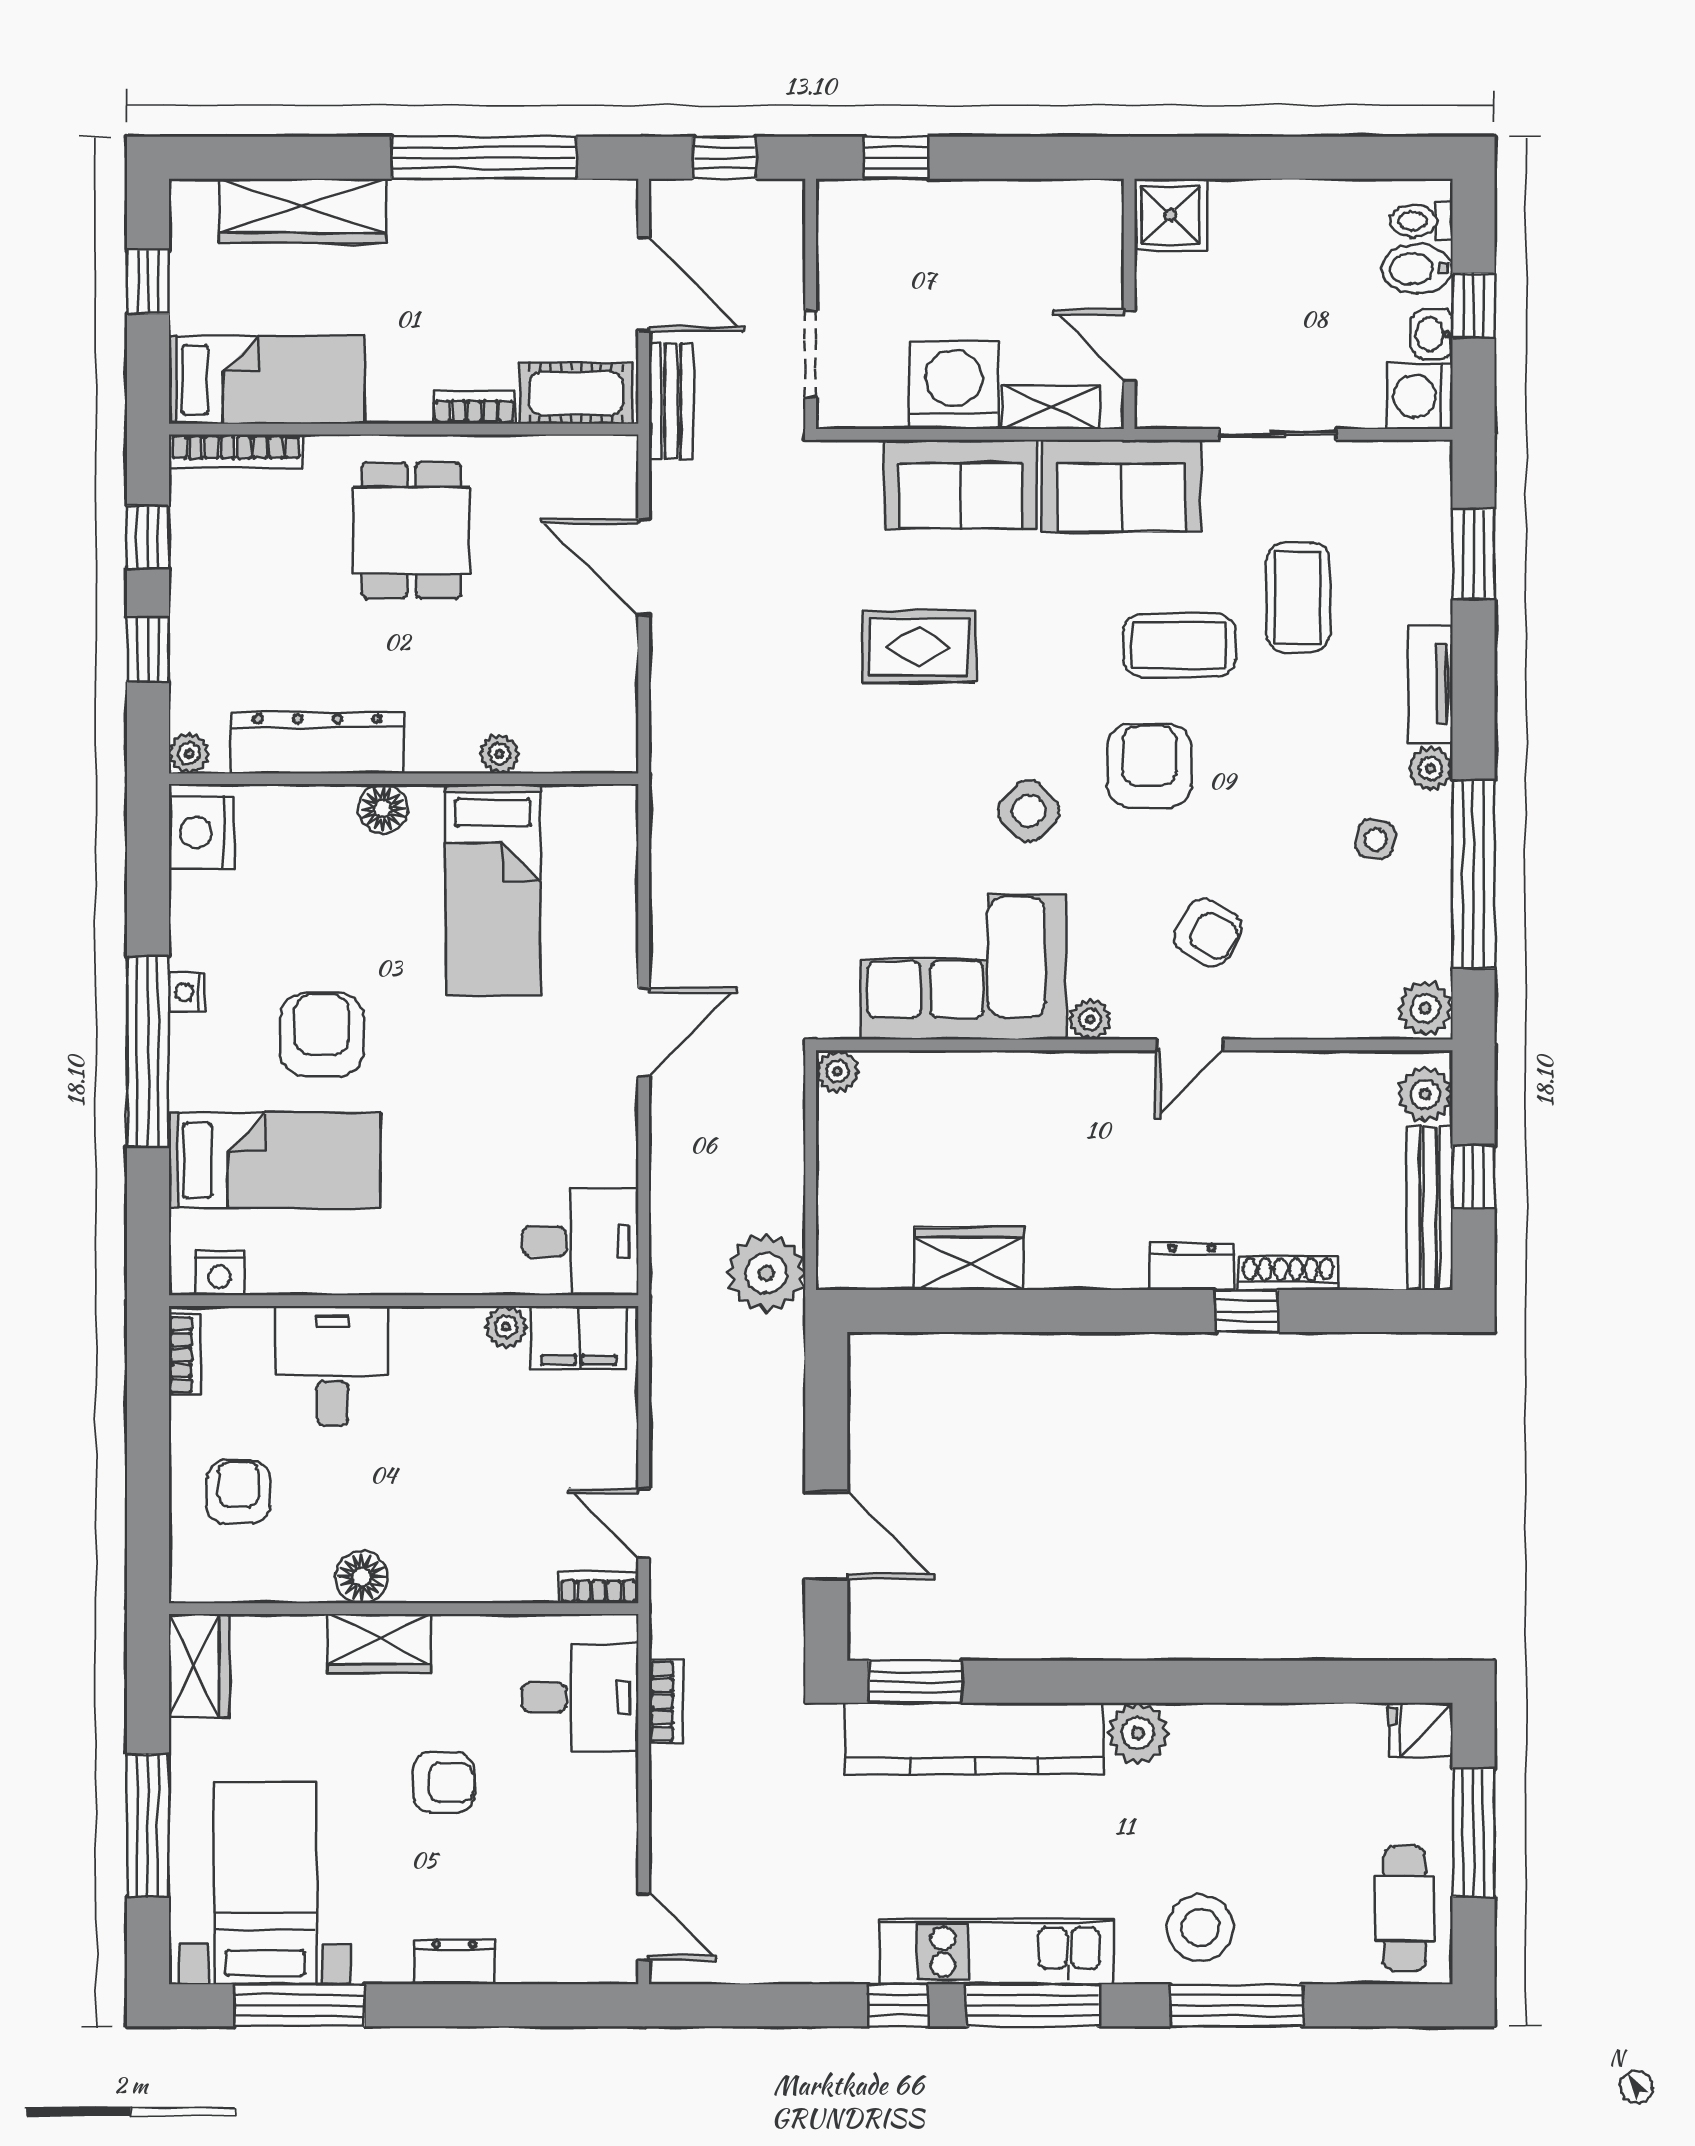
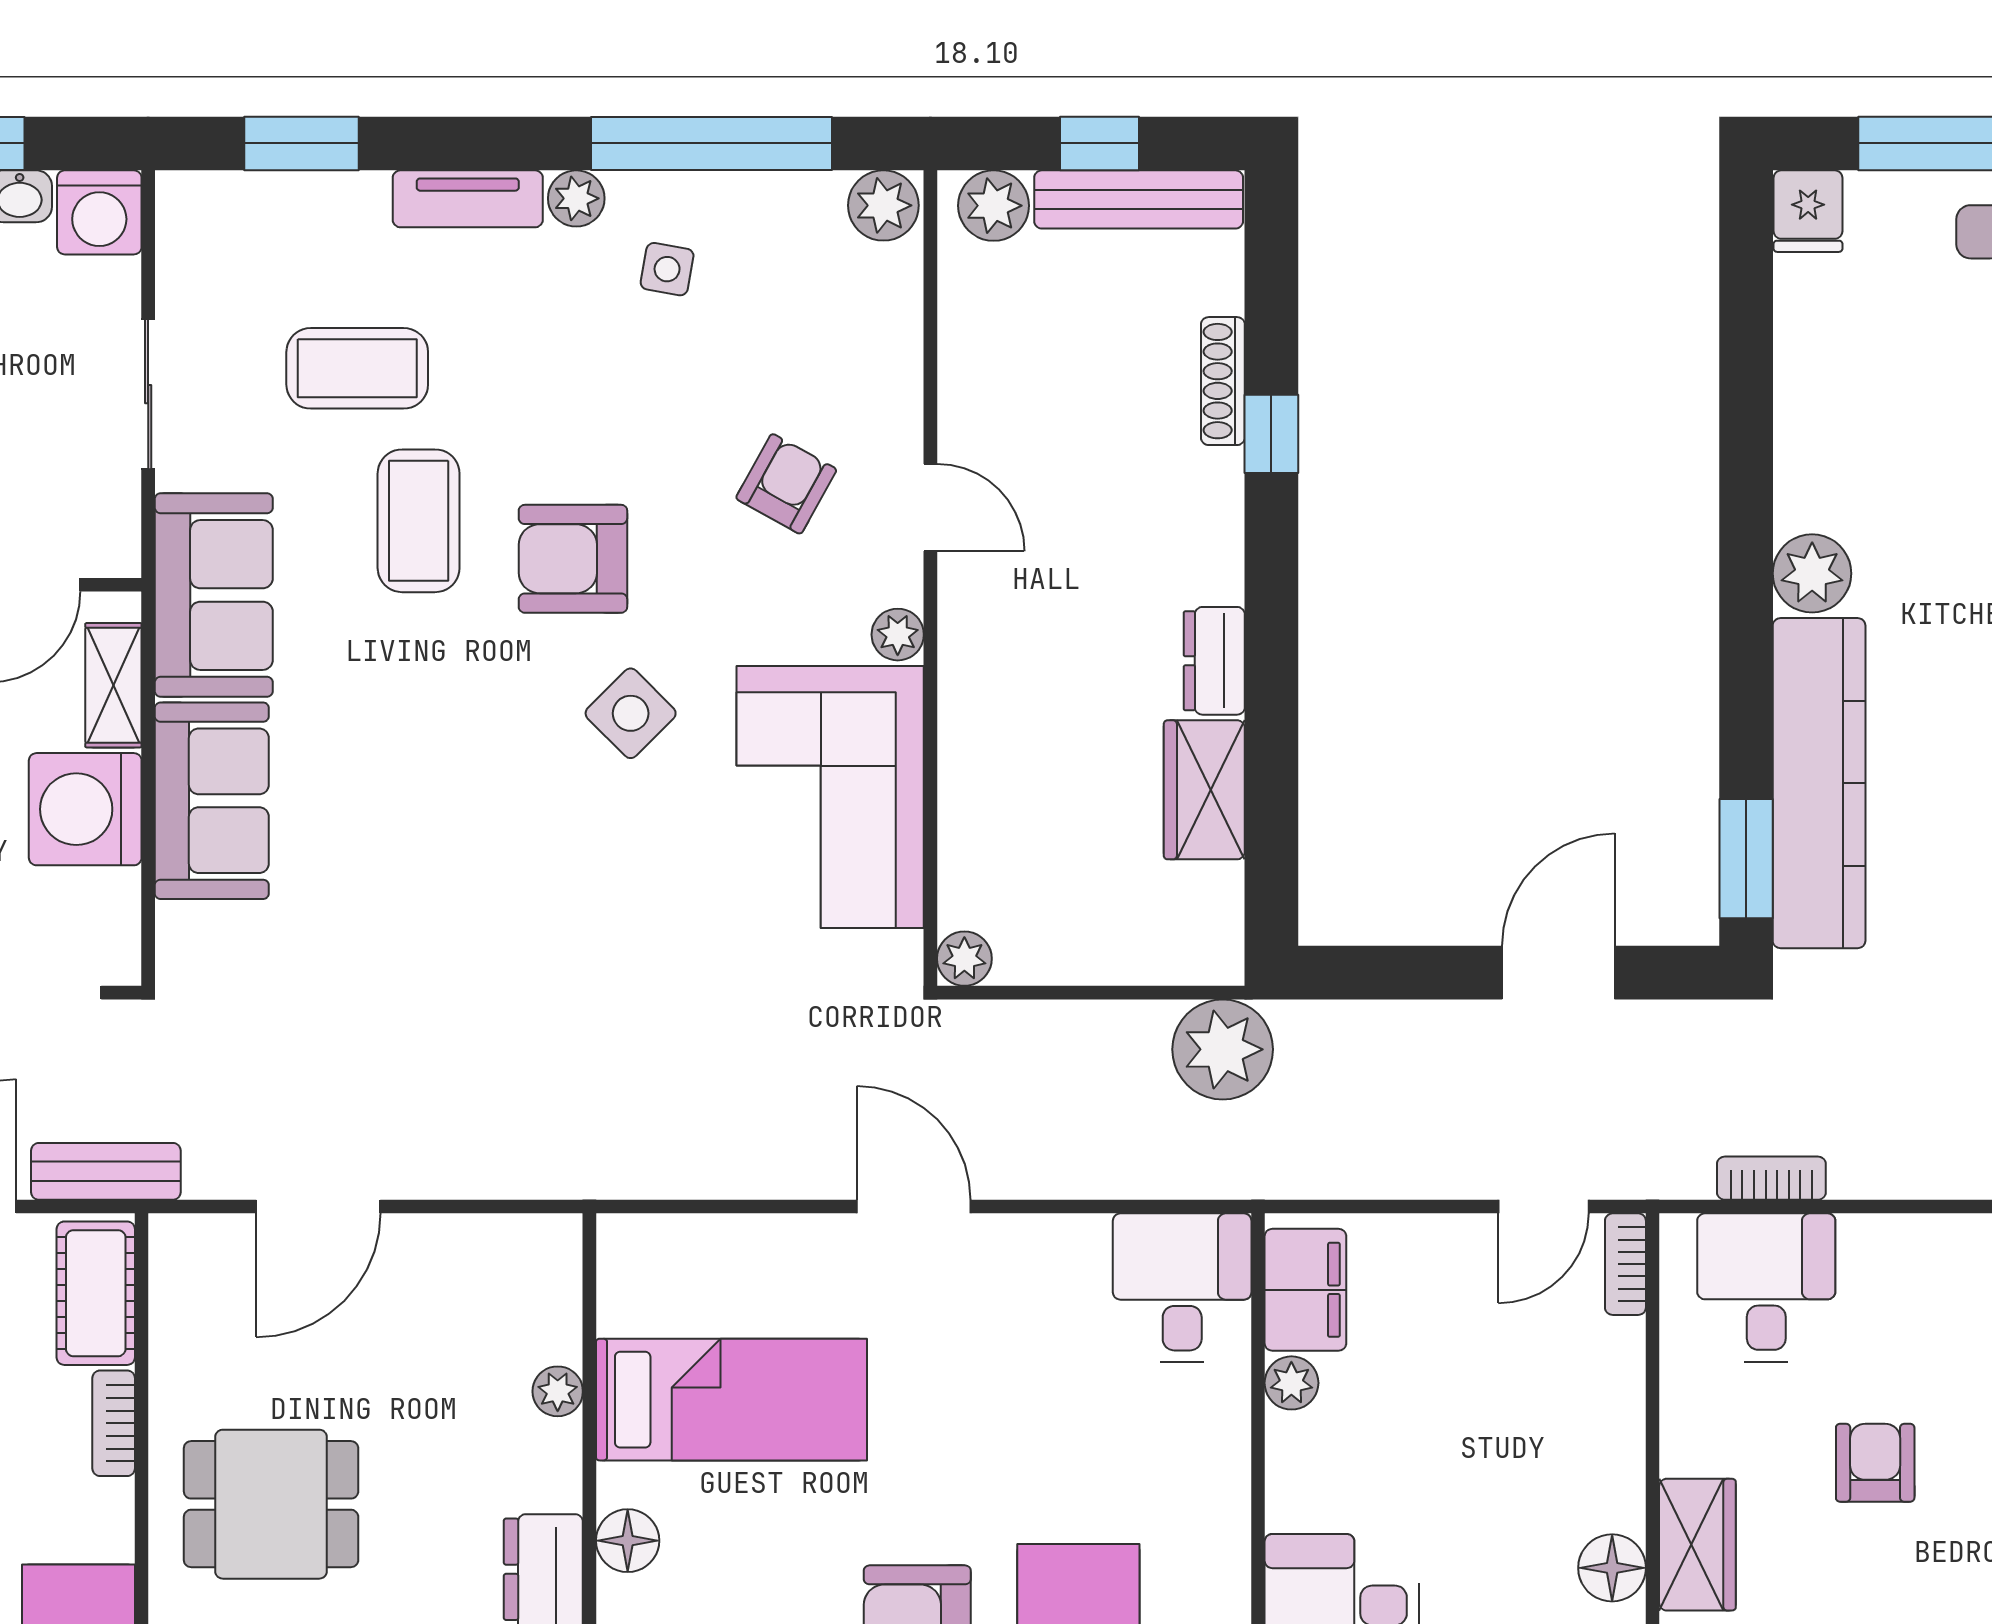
rug: (919, 647) -> (420, 854), removed
dresser: (1192, 1267) -> (1214, 661), moved

